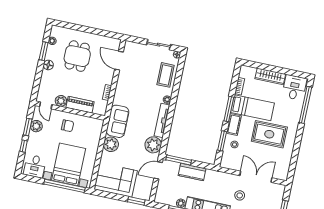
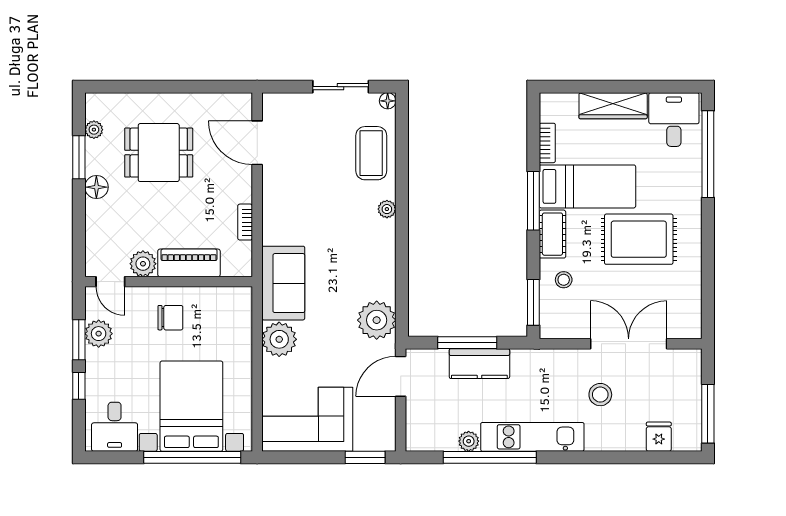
dining table: (77, 56) -> (159, 153), turned 90
tv unit: (162, 120) -> (385, 259), removed
window: (222, 141) -> (533, 302), moved
window: (179, 160) -> (467, 343), moved

